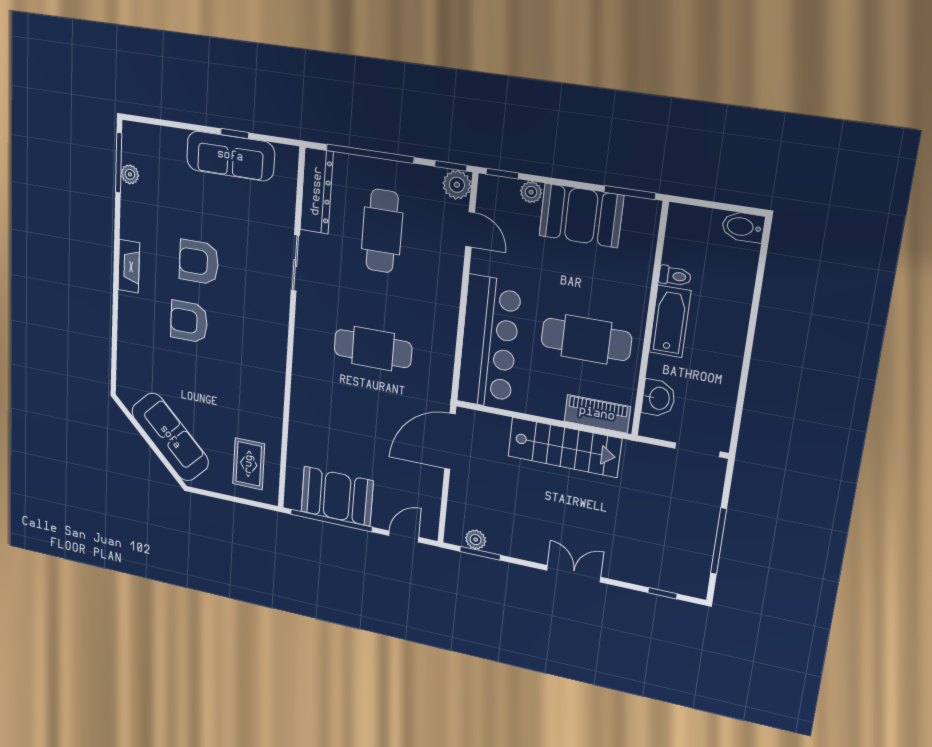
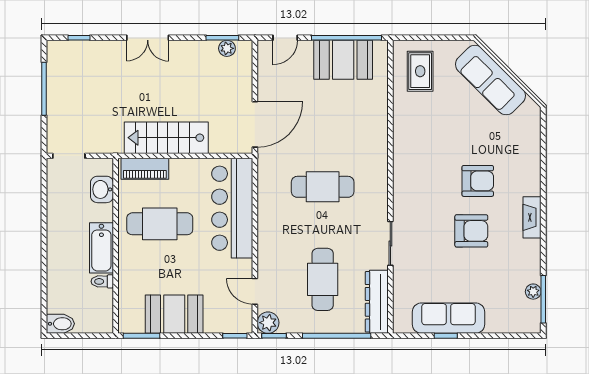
plant: (531, 192) -> (212, 326), removed

